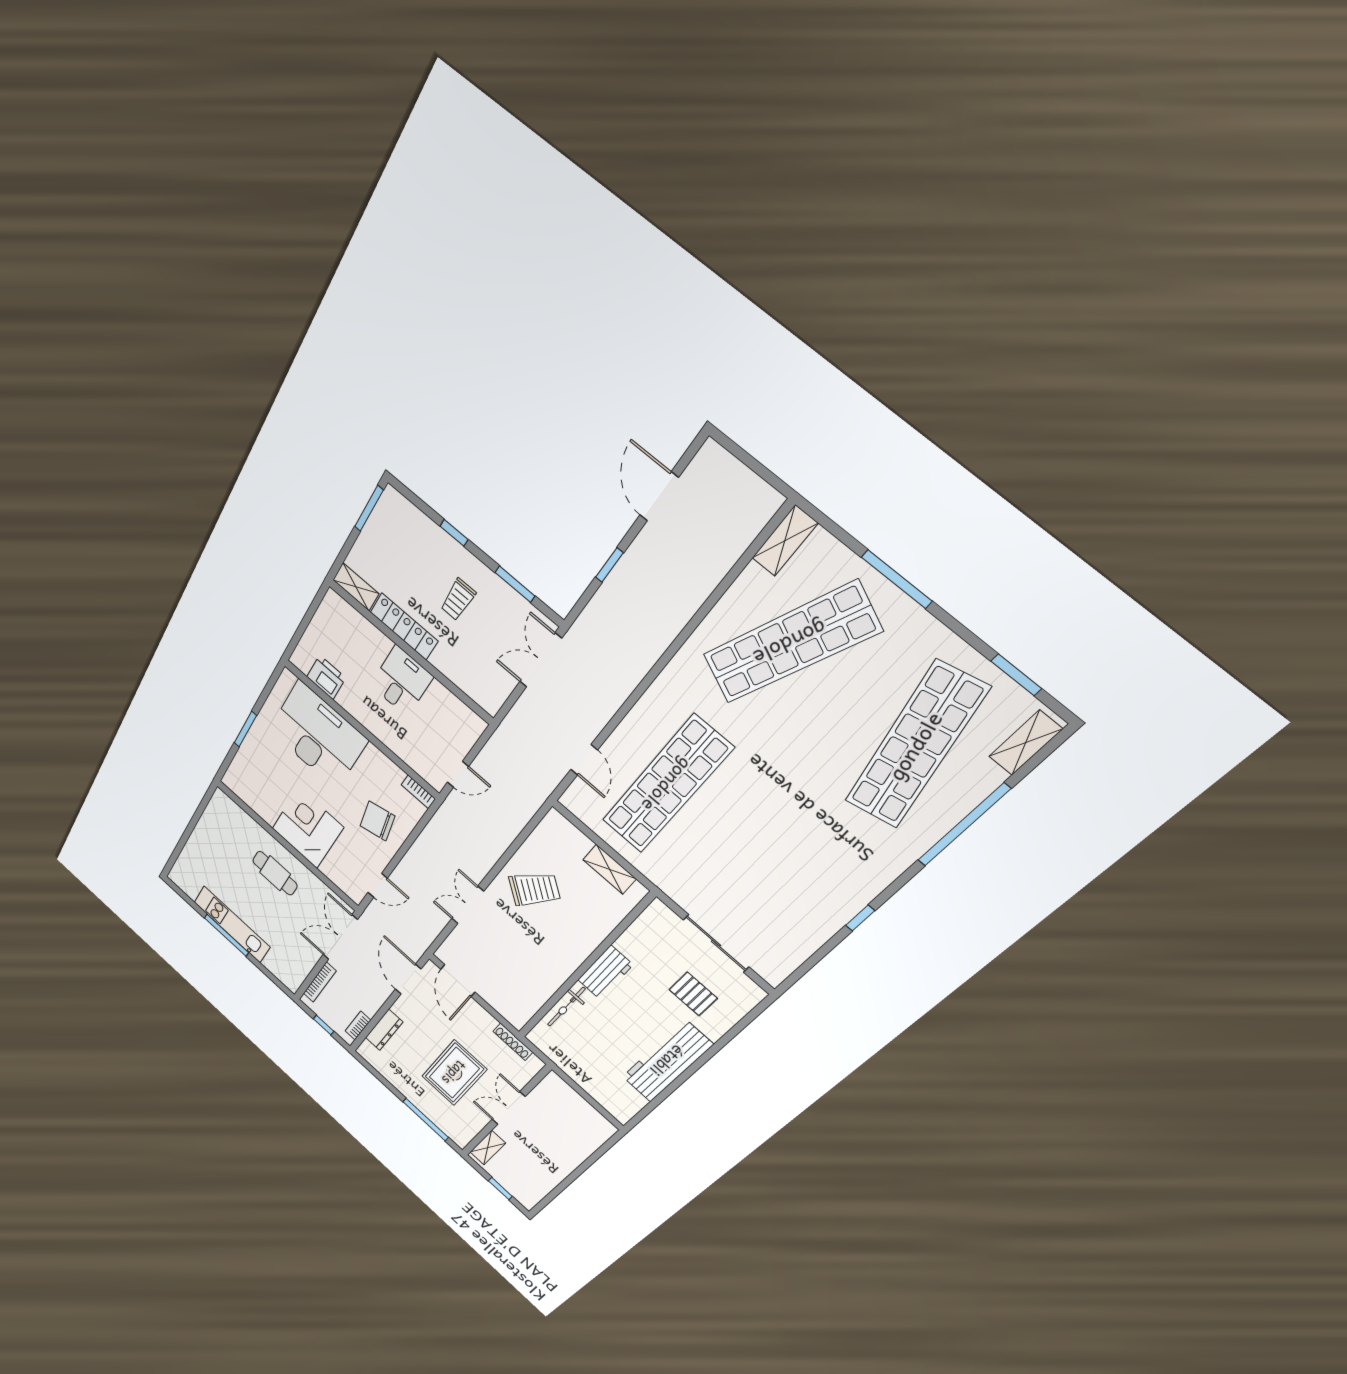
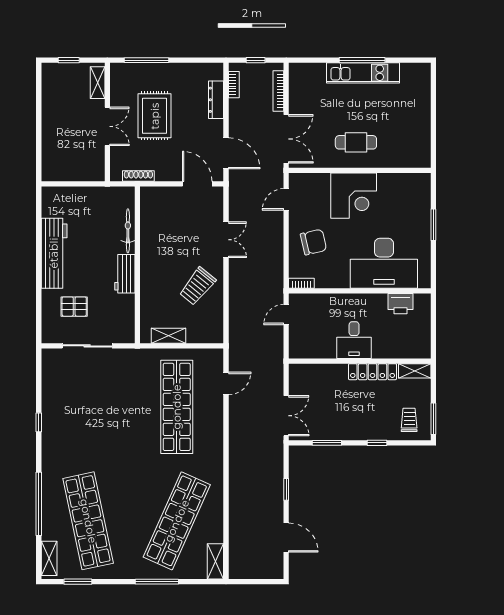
trolley: (458, 600) -> (409, 420), moved
door: (584, 760) -> (226, 383), swing flipped

